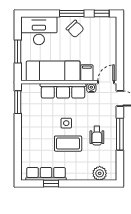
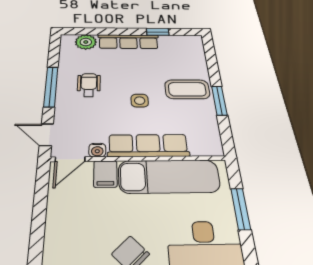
window: (18, 102) -> (219, 101), moved
coffee table: (68, 144) -> (187, 89), moved
row of seats: (46, 174) -> (128, 42), moved

